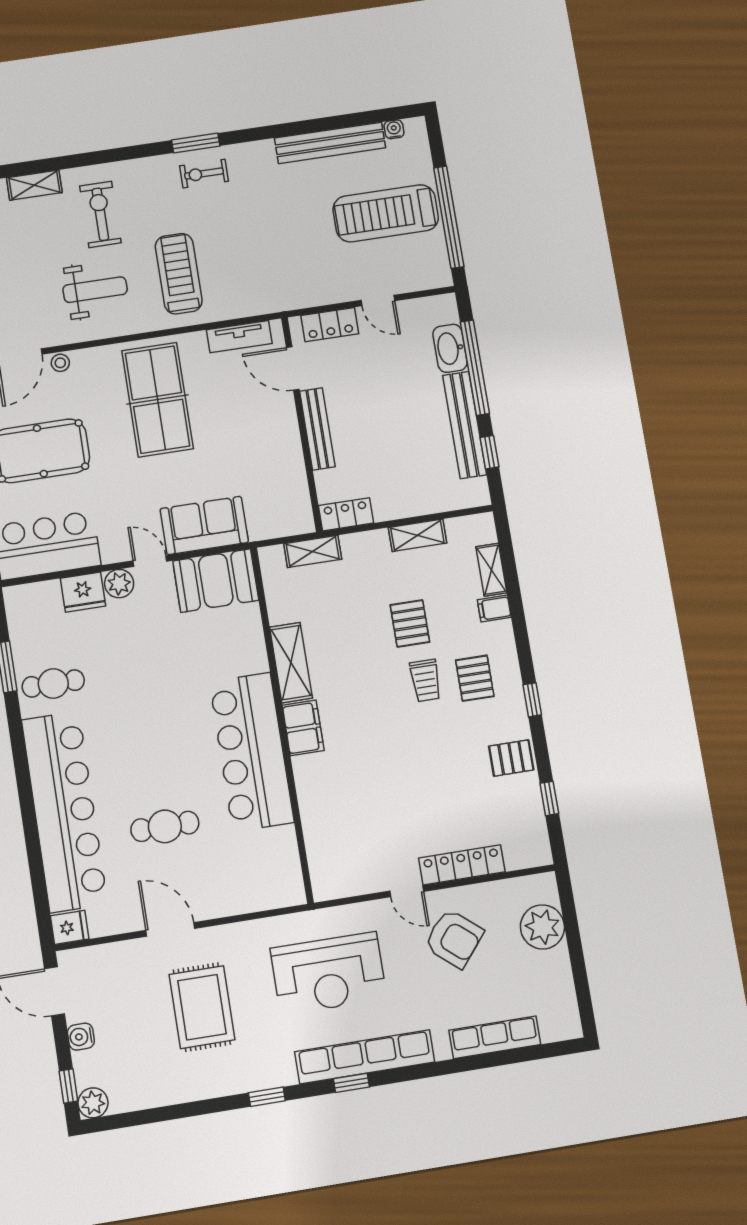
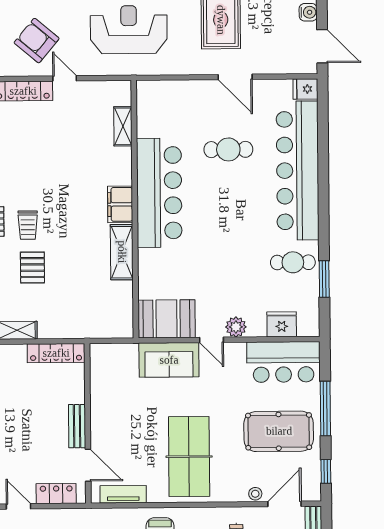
bench: (317, 429) -> (77, 426), width x0.73
locker: (346, 514) -> (56, 353), width x1.53
shelving: (313, 551) -> (123, 126), moved, turned 90
fridge: (83, 592) -> (282, 324), moved
trolley: (426, 680) -> (28, 225), turned 180

